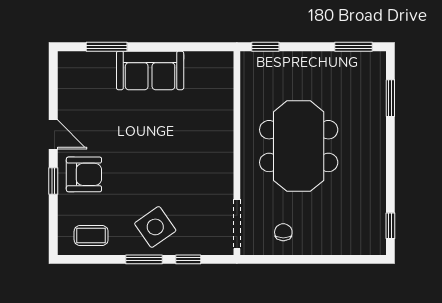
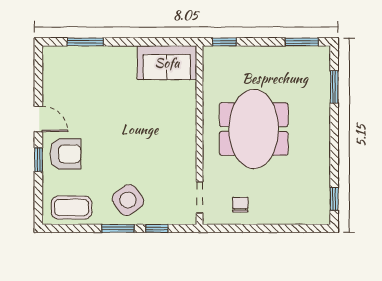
sofa: (150, 70) -> (167, 63), moved
doorway: (237, 224) -> (199, 197), width x0.73
coffee table: (91, 236) -> (72, 208), width x1.36, depth x1.30

